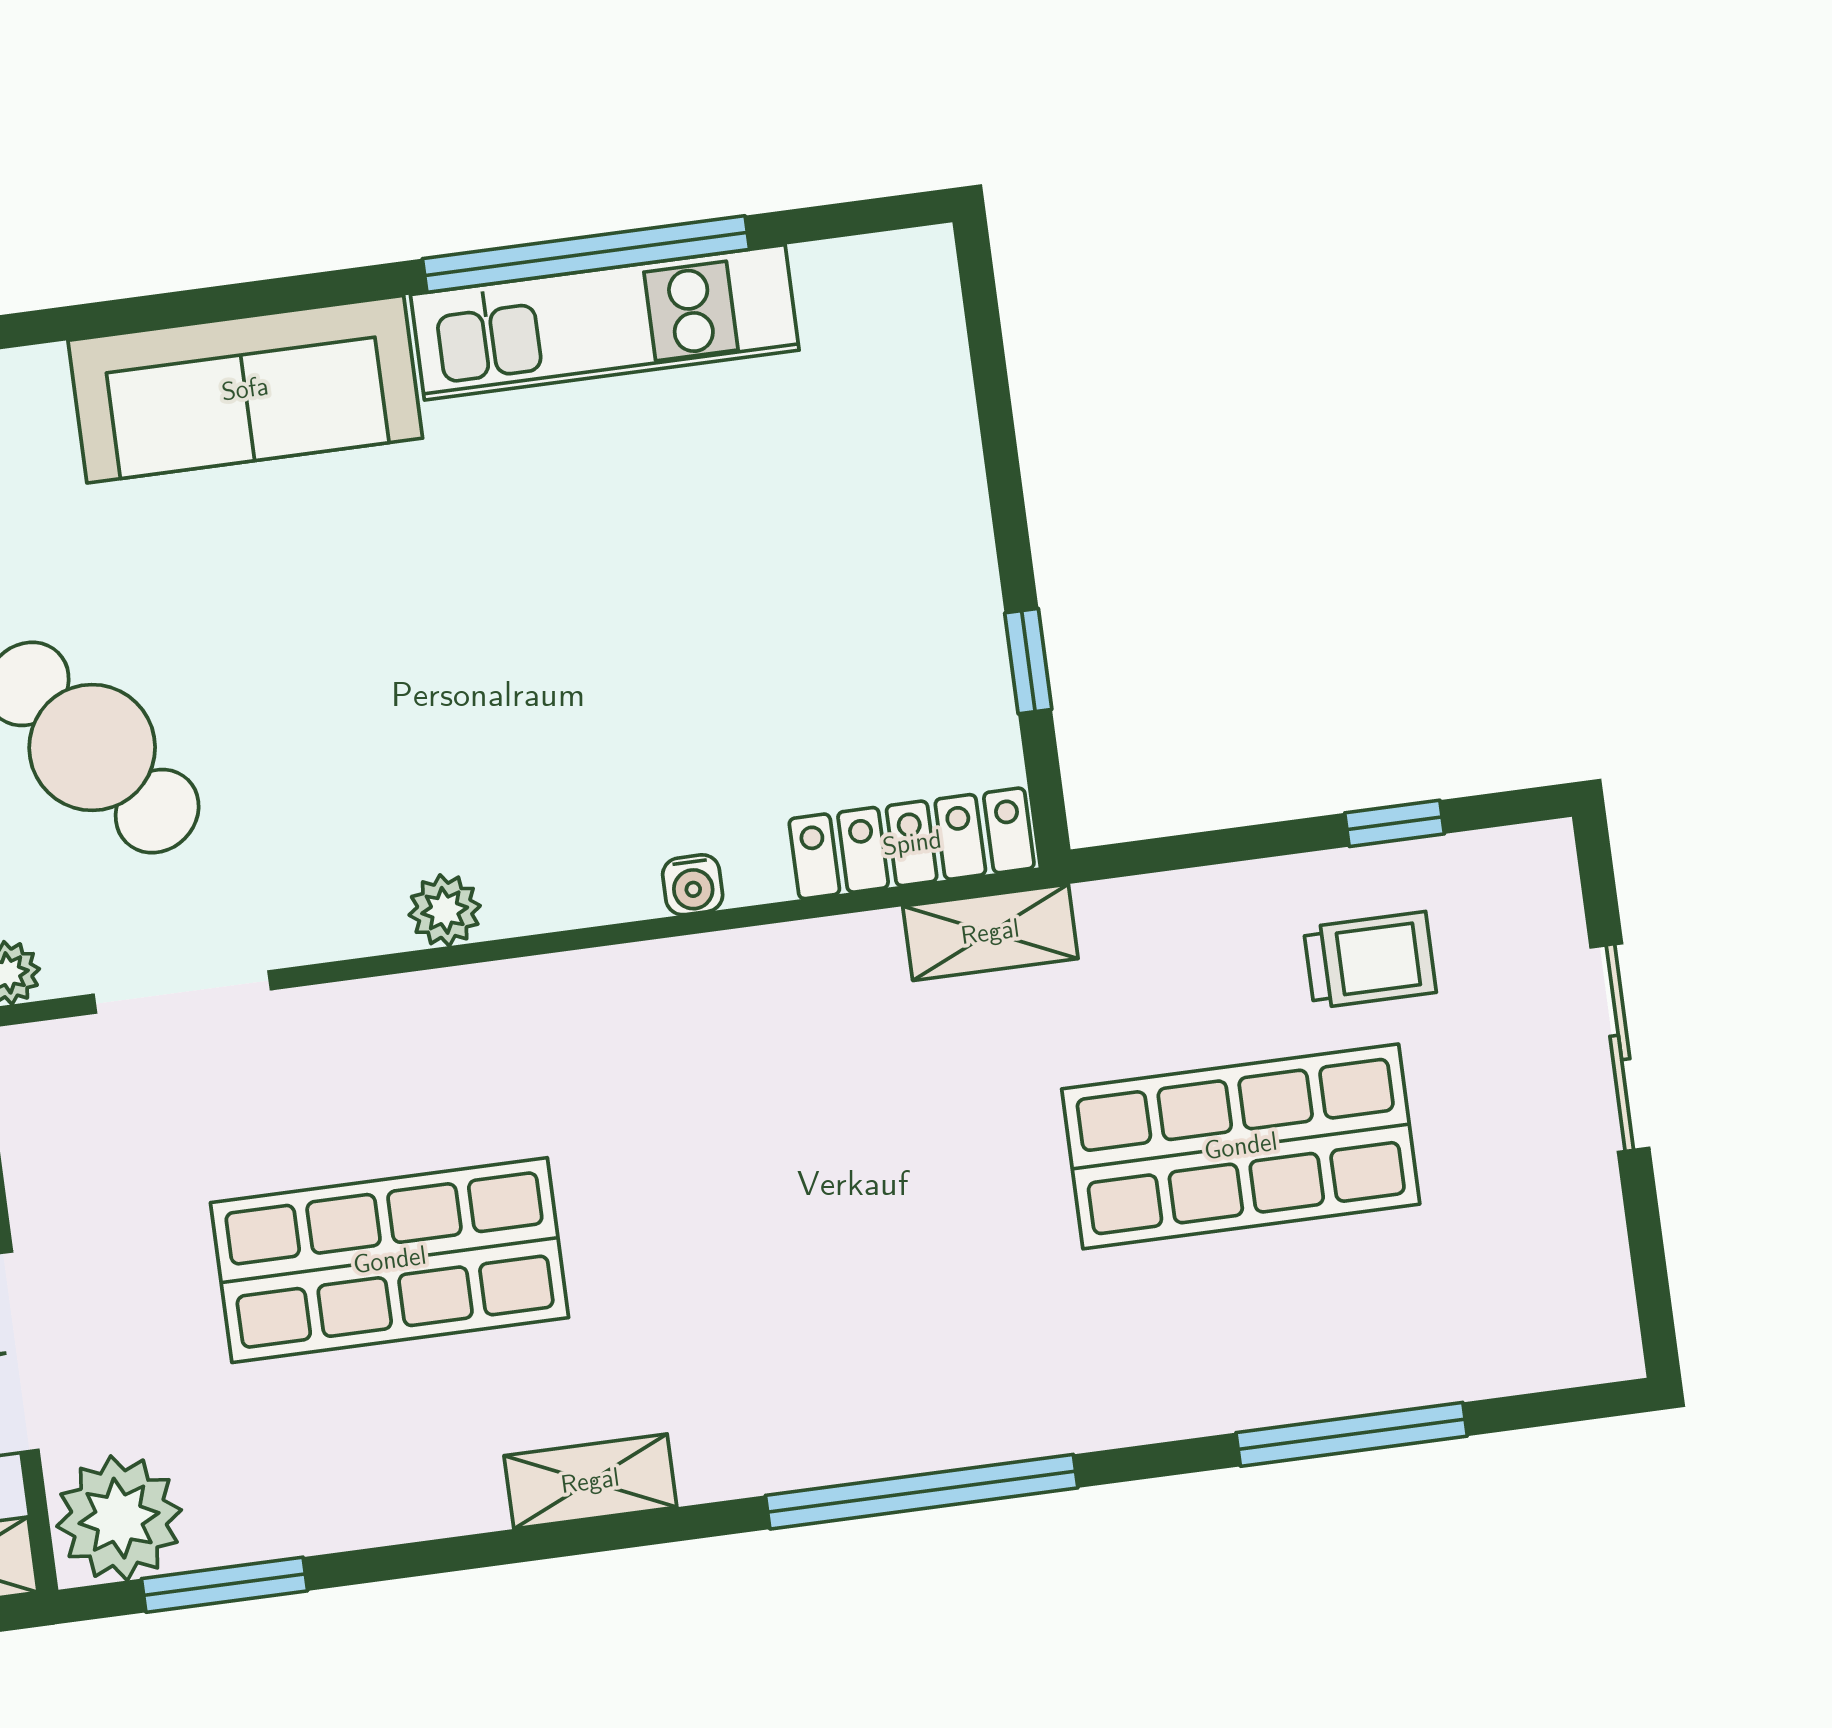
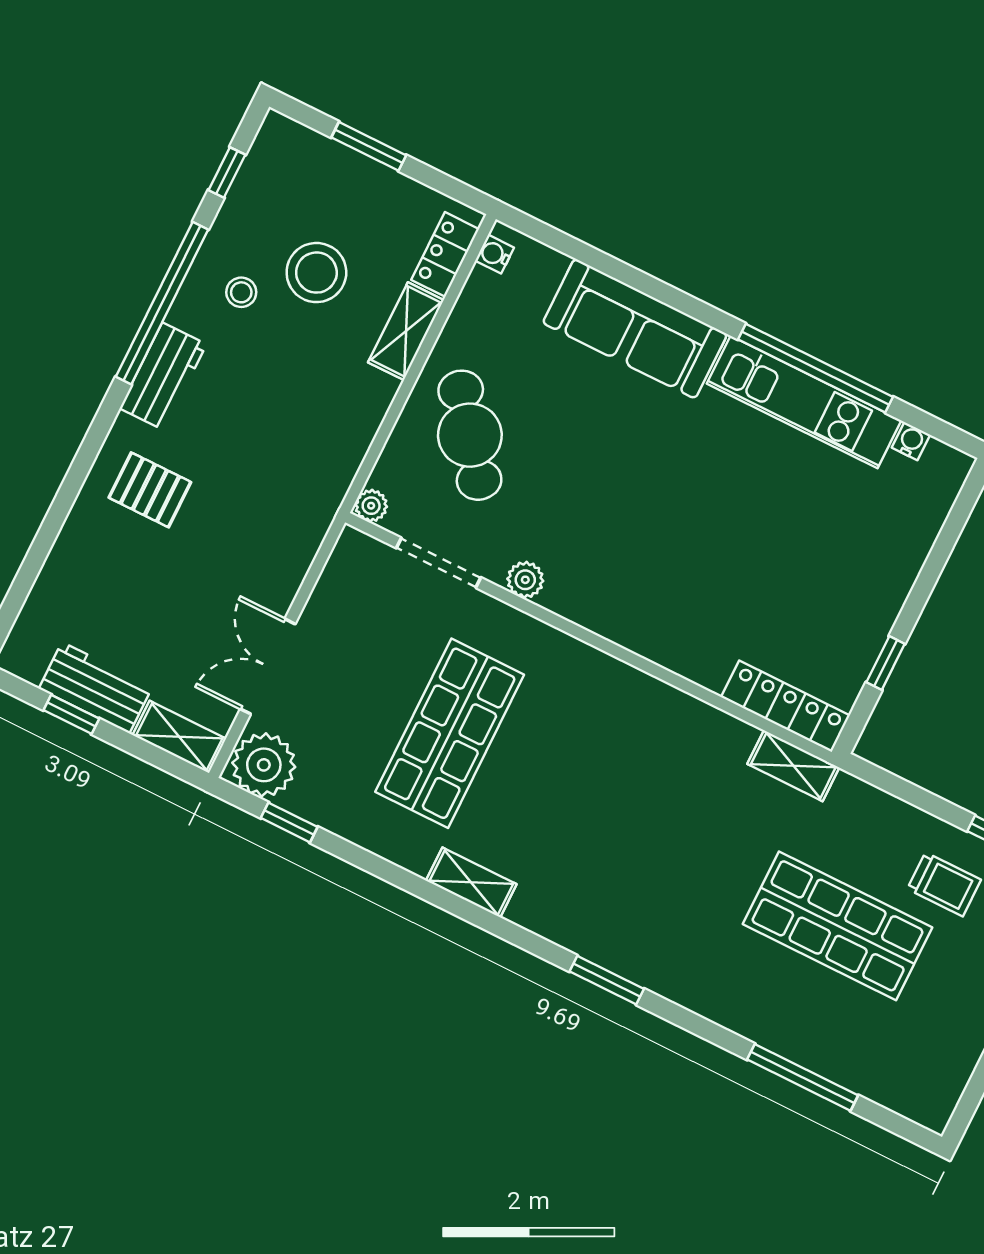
water cooler: (693, 885) -> (911, 441), moved, turned 180
plant: (445, 910) -> (525, 580), moved
shop shelf: (390, 1260) -> (450, 733), turned 90
window: (922, 1492) -> (607, 980), width x0.47
window: (224, 1585) -> (289, 822), width x0.67

